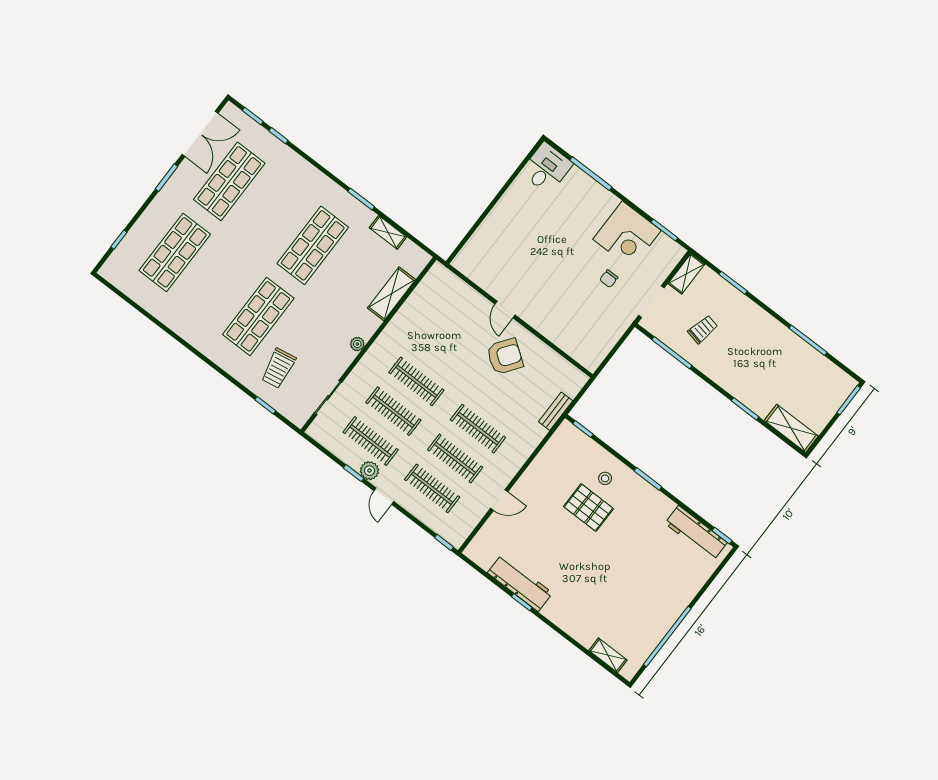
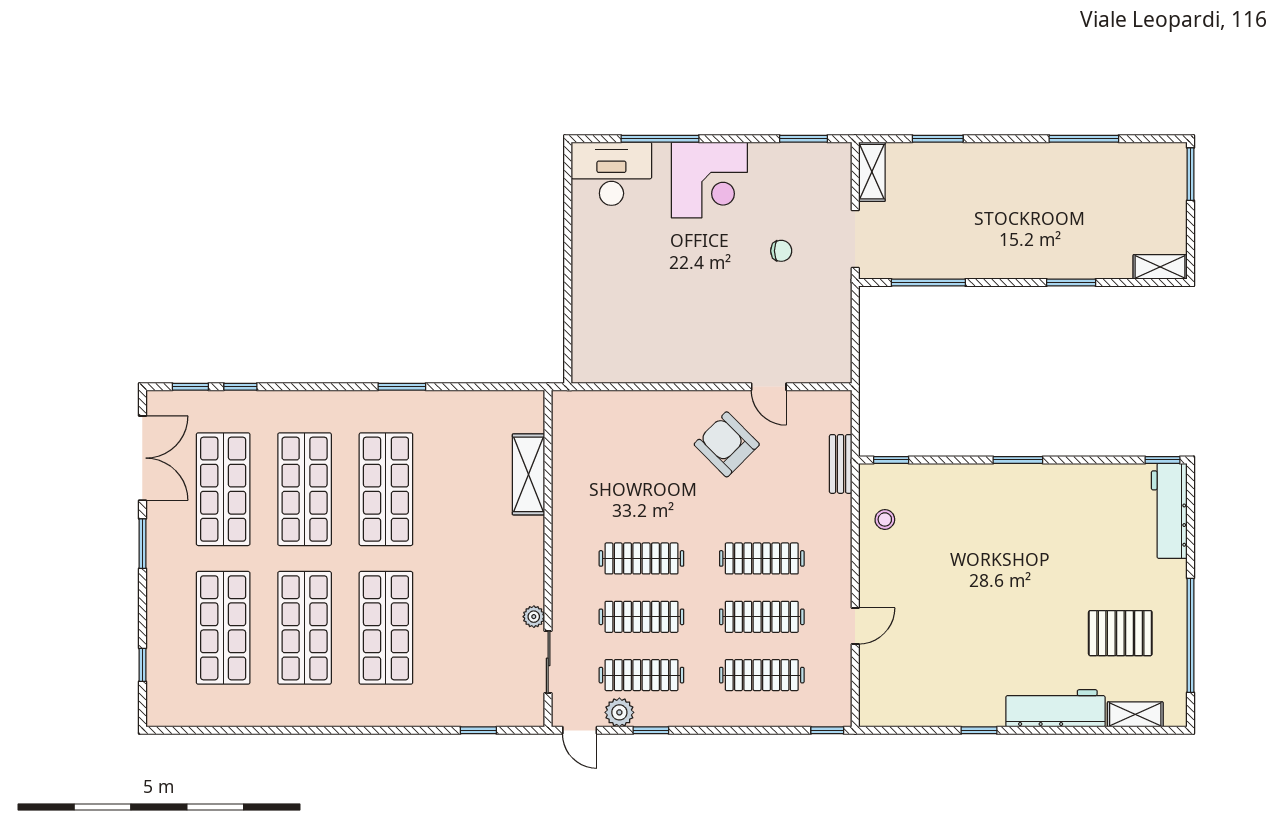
desk: (547, 168) -> (611, 174), width x1.37
shop shelf: (271, 213) -> (305, 489), added
shelving: (388, 232) -> (466, 402), removed
corner desk: (627, 235) -> (709, 180), moved
chair: (609, 279) -> (781, 251), turned -90
shop shelf: (217, 284) -> (305, 628), added
door: (505, 309) -> (769, 387), moved
trolley: (703, 329) -> (944, 225), removed
plant: (357, 344) -> (534, 617), moved
armchair: (505, 356) -> (727, 444), turned -81
trolley: (278, 368) -> (460, 673), removed
shelving: (791, 428) -> (1160, 267), width x0.67, depth x0.75
plant: (369, 471) -> (619, 712), moved
stool: (605, 478) -> (885, 519), moved
door: (384, 496) -> (580, 730), moved
pallet: (589, 508) -> (1120, 633), moved
workbench: (696, 533) -> (1169, 511), moved, turned 90
workbench: (520, 583) -> (1055, 708), moved

